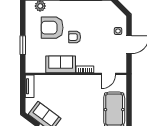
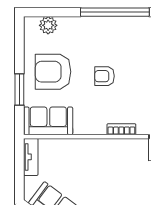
armchair: (52, 28) -> (53, 72), moved
sofa: (61, 64) -> (48, 121), moved

